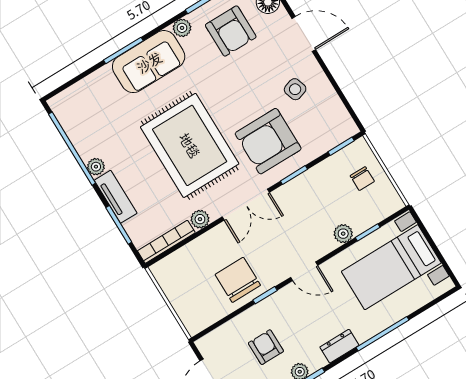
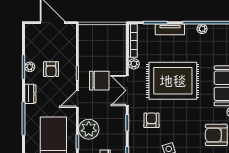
armchair: (268, 141) -> (151, 120), width x0.53, depth x0.53
plant: (96, 167) -> (202, 29), moved
plant: (343, 234) -> (89, 129), width x1.88, depth x1.88
chair: (238, 280) -> (99, 81), moved
armchair: (266, 347) -> (51, 69), moved, turned 90

